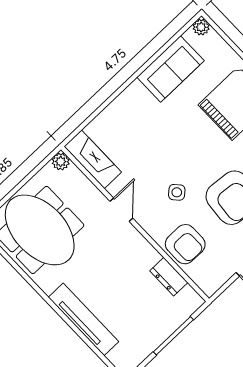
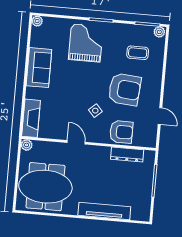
sofa: (171, 69) -> (39, 68), moved
fireplace: (93, 159) -> (31, 118), moved, turned 90
dresser: (169, 277) -> (127, 154), width x1.44

